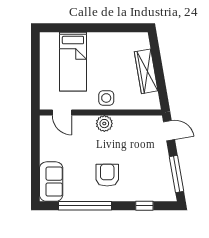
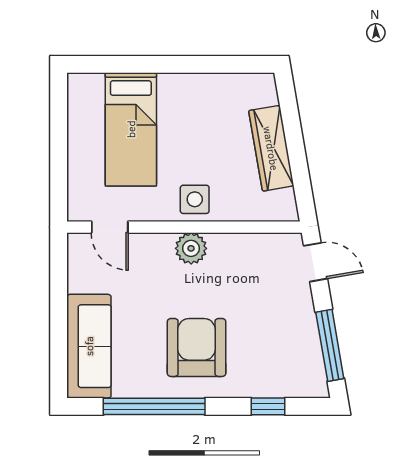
armchair: (107, 175) -> (197, 347), width x1.36, depth x1.36
sofa: (51, 182) -> (89, 346), width x1.36

